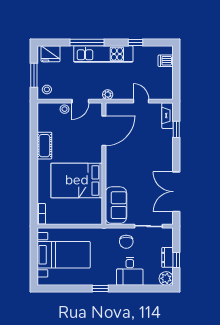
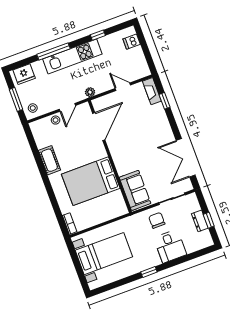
chair: (126, 242) -> (157, 220), turned 180
plant: (166, 278) -> (206, 240), removed

